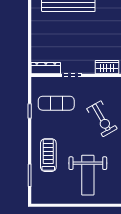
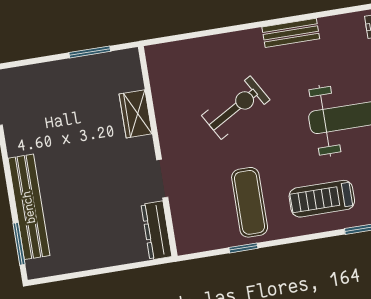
exercise mat: (56, 103) -> (250, 202), moved

